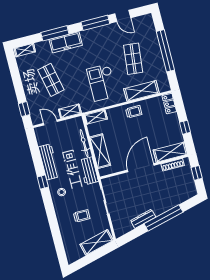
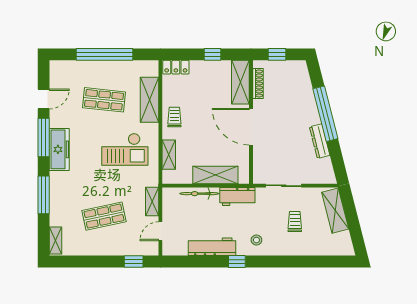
freezer: (66, 42) -> (59, 149), moved
shelving: (96, 117) -> (169, 155), moved

